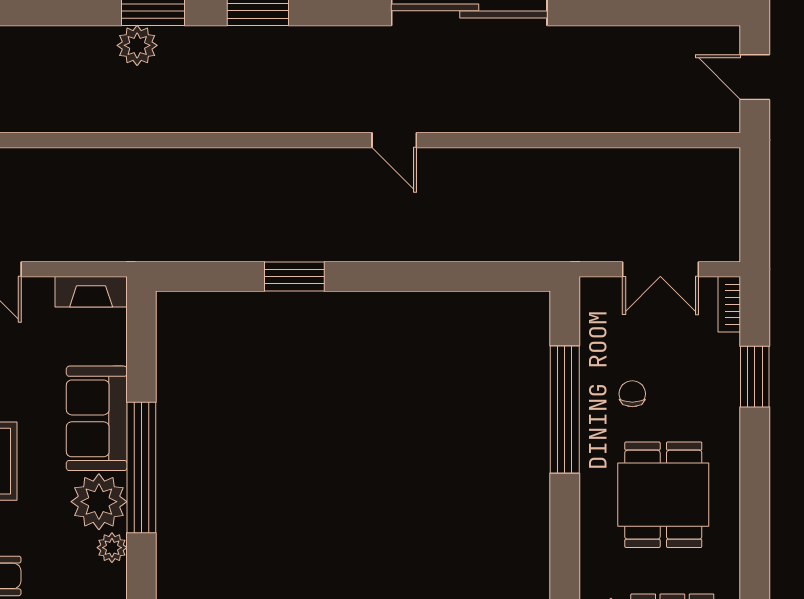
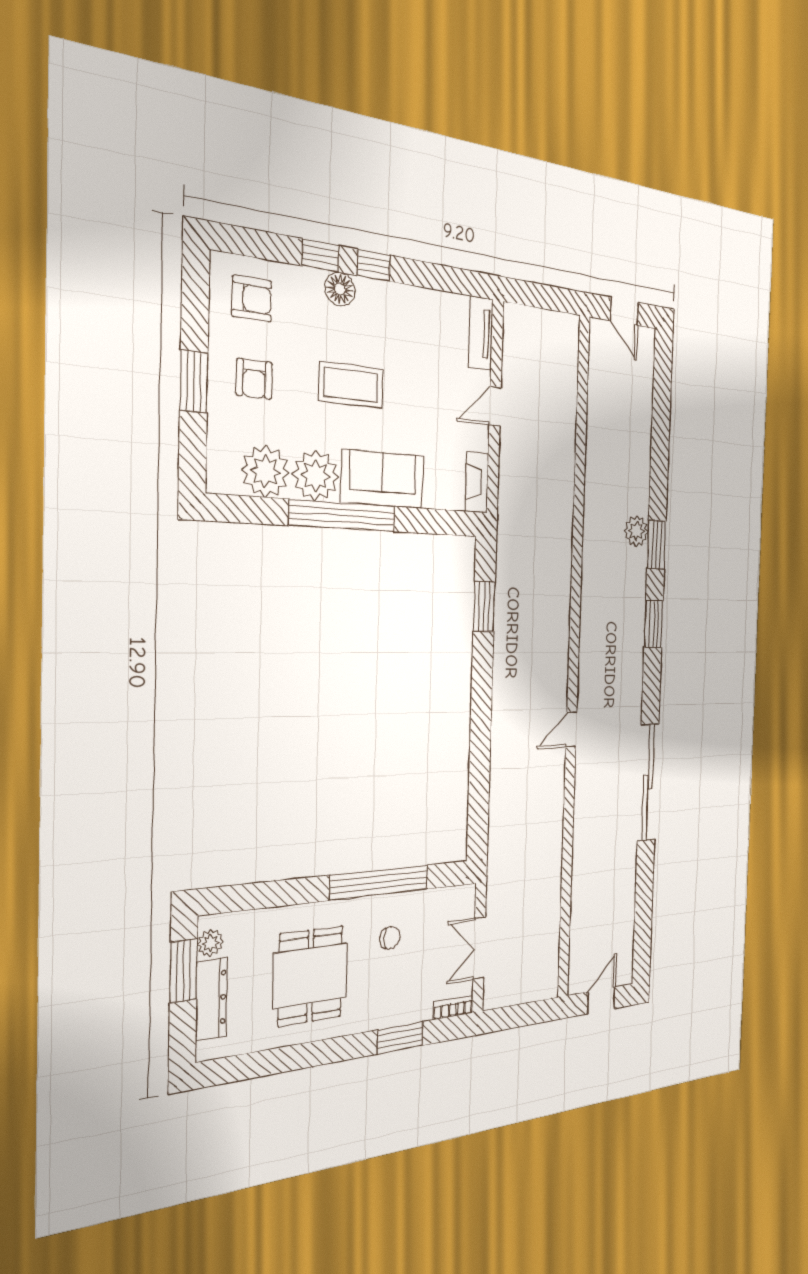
window: (294, 276) -> (484, 607), moved
dining table: (663, 495) -> (310, 976), turned 90
plant: (112, 548) -> (266, 471), width x1.88, depth x1.88

